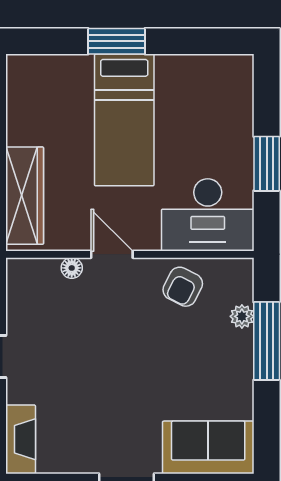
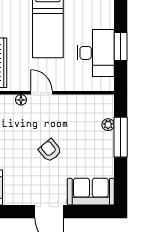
desk: (208, 215) -> (96, 53), moved, turned -90
armchair: (183, 287) -> (50, 150), moved, turned 113

